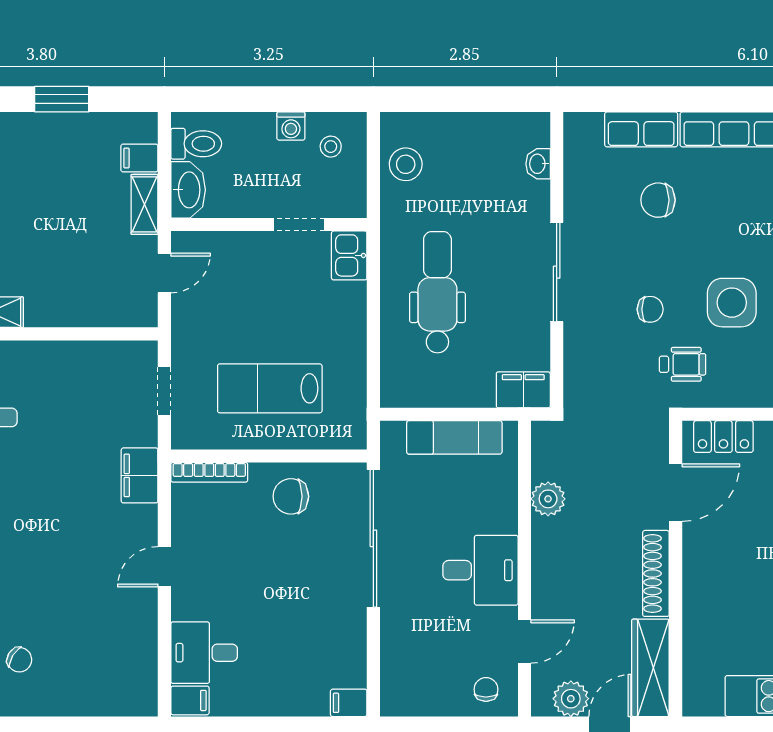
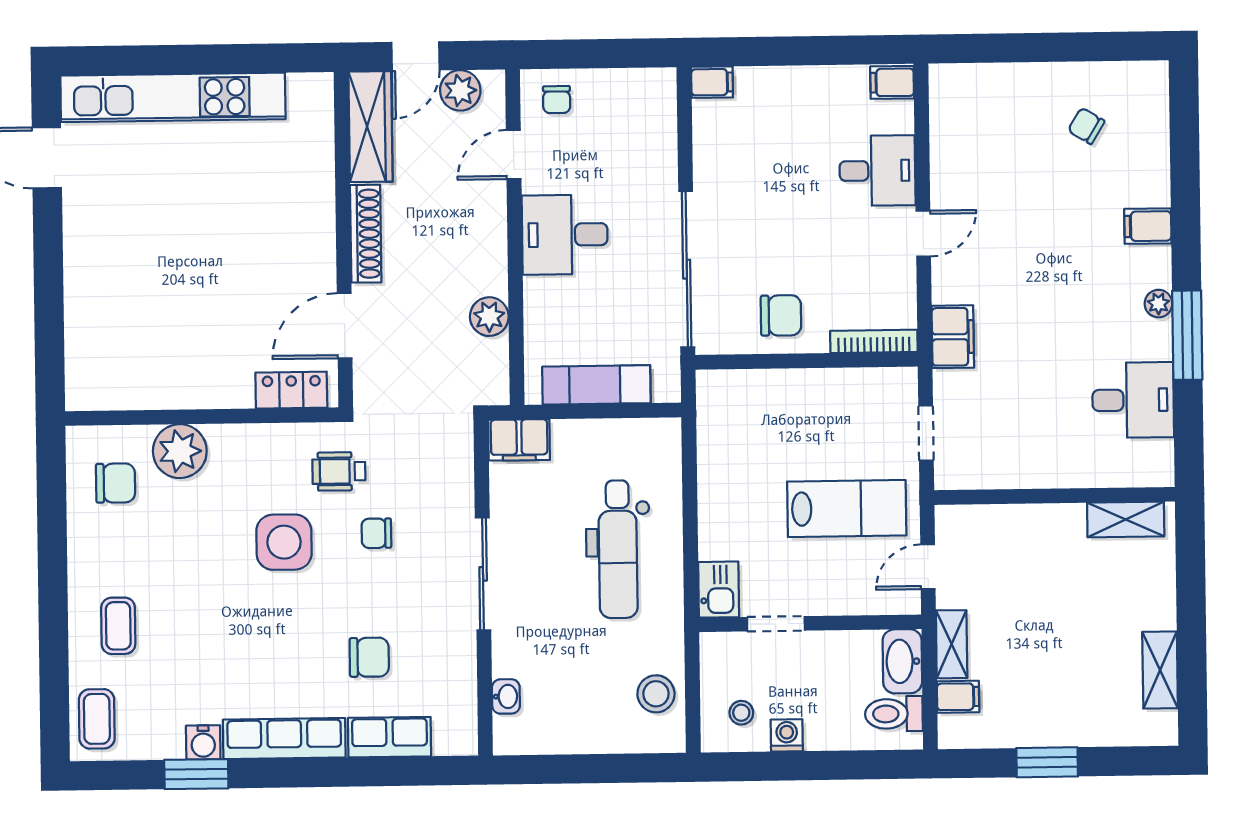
lab bench: (270, 388) -> (847, 508), moved
desk: (204, 653) -> (877, 171), moved

